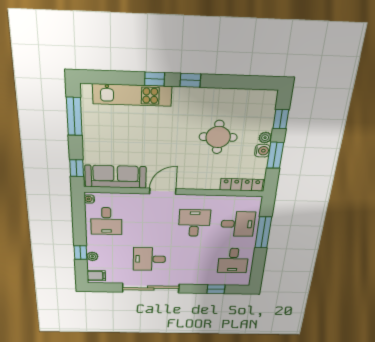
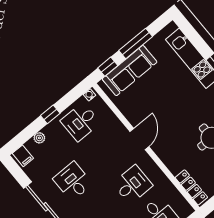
window: (74, 116) -> (136, 43), moved
sofa: (116, 177) -> (130, 71), moved, turned 90
door: (163, 191) -> (139, 139), hinge flipped
window: (80, 253) -> (50, 114), moved

